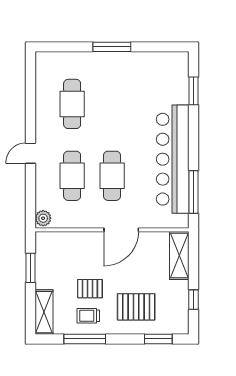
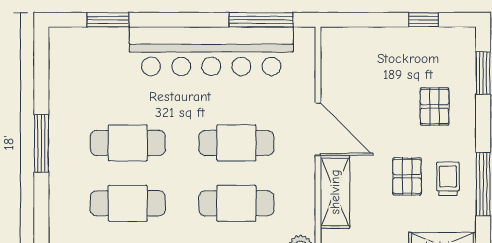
cafe table: (112, 104) -> (128, 143), added
shelving: (179, 255) -> (335, 192), moved, turned 90
pallet: (136, 307) -> (435, 107), width x0.67, depth x0.71
trolley: (88, 316) -> (448, 179), turned 180

